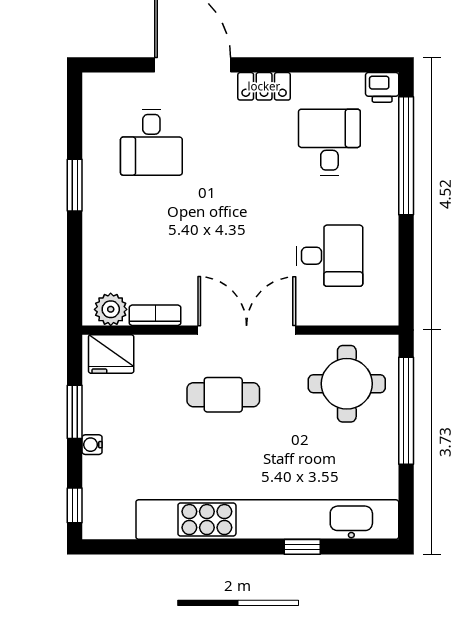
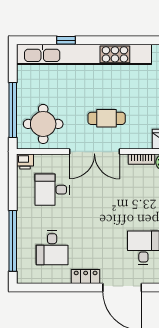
printer: (382, 87) -> (25, 162), moved, turned 180

